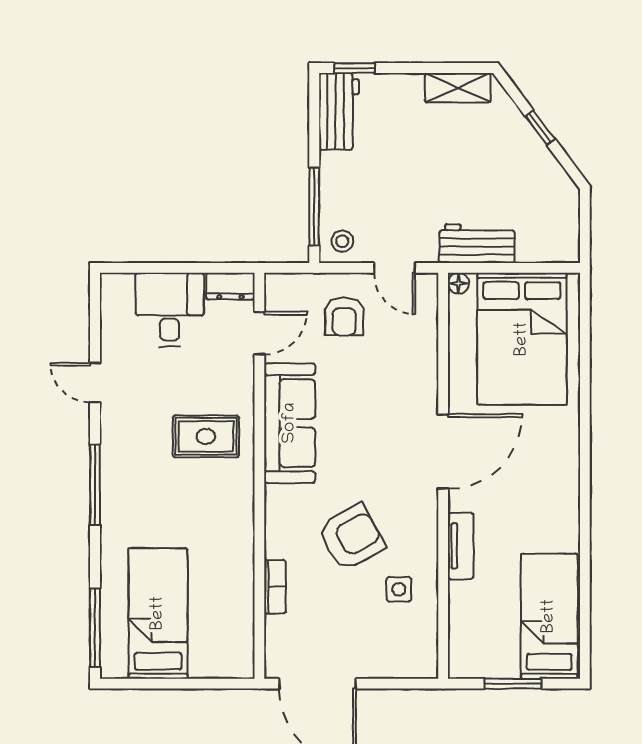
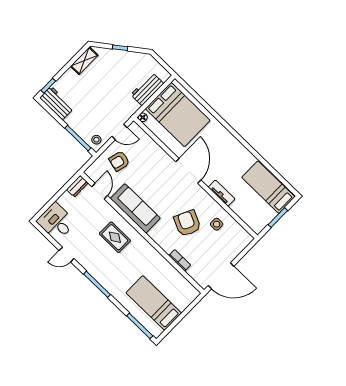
workbench: (477, 244) -> (147, 89), moved
desk: (170, 310) -> (56, 222), moved
armchair: (344, 316) -> (119, 161), turned 104
rug: (206, 436) -> (115, 237), turned 90
armchair: (351, 537) -> (187, 223), turned -36

